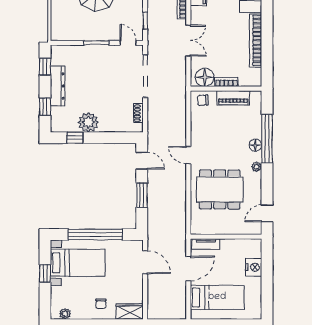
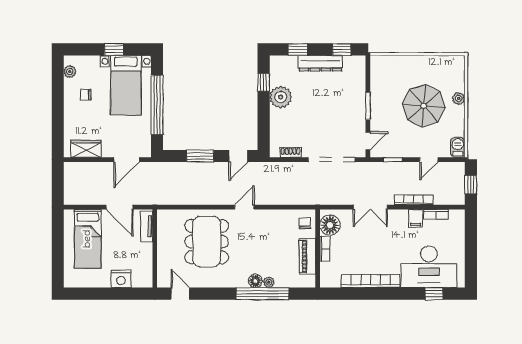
plant: (257, 167) -> (269, 282), moved
chair: (101, 304) -> (86, 95), moved
wardrobe: (130, 311) -> (86, 149), moved, turned -90

